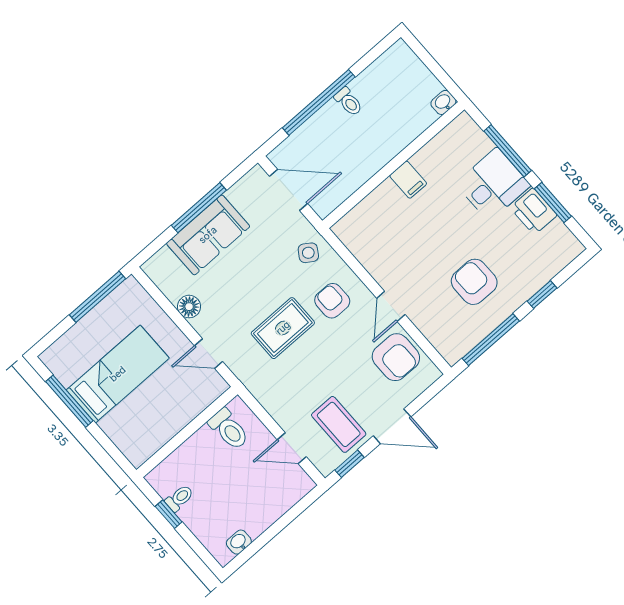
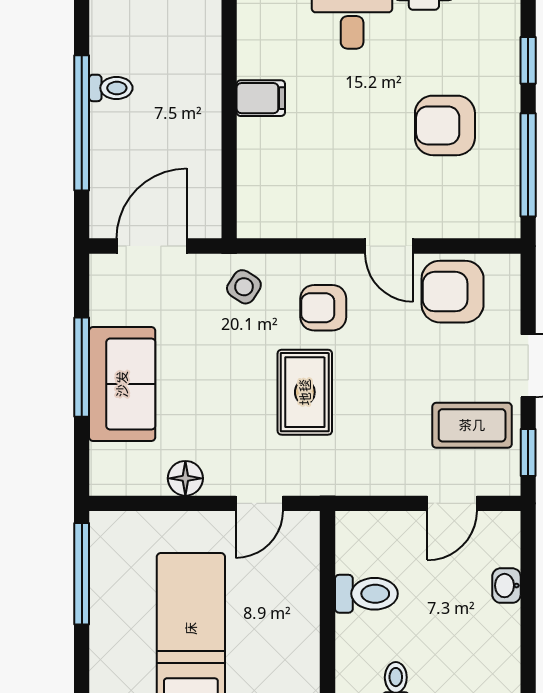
armchair: (396, 357) -> (453, 292), turned 180
toilet: (229, 429) -> (366, 594), moved
washbasin: (239, 542) -> (506, 586), moved

